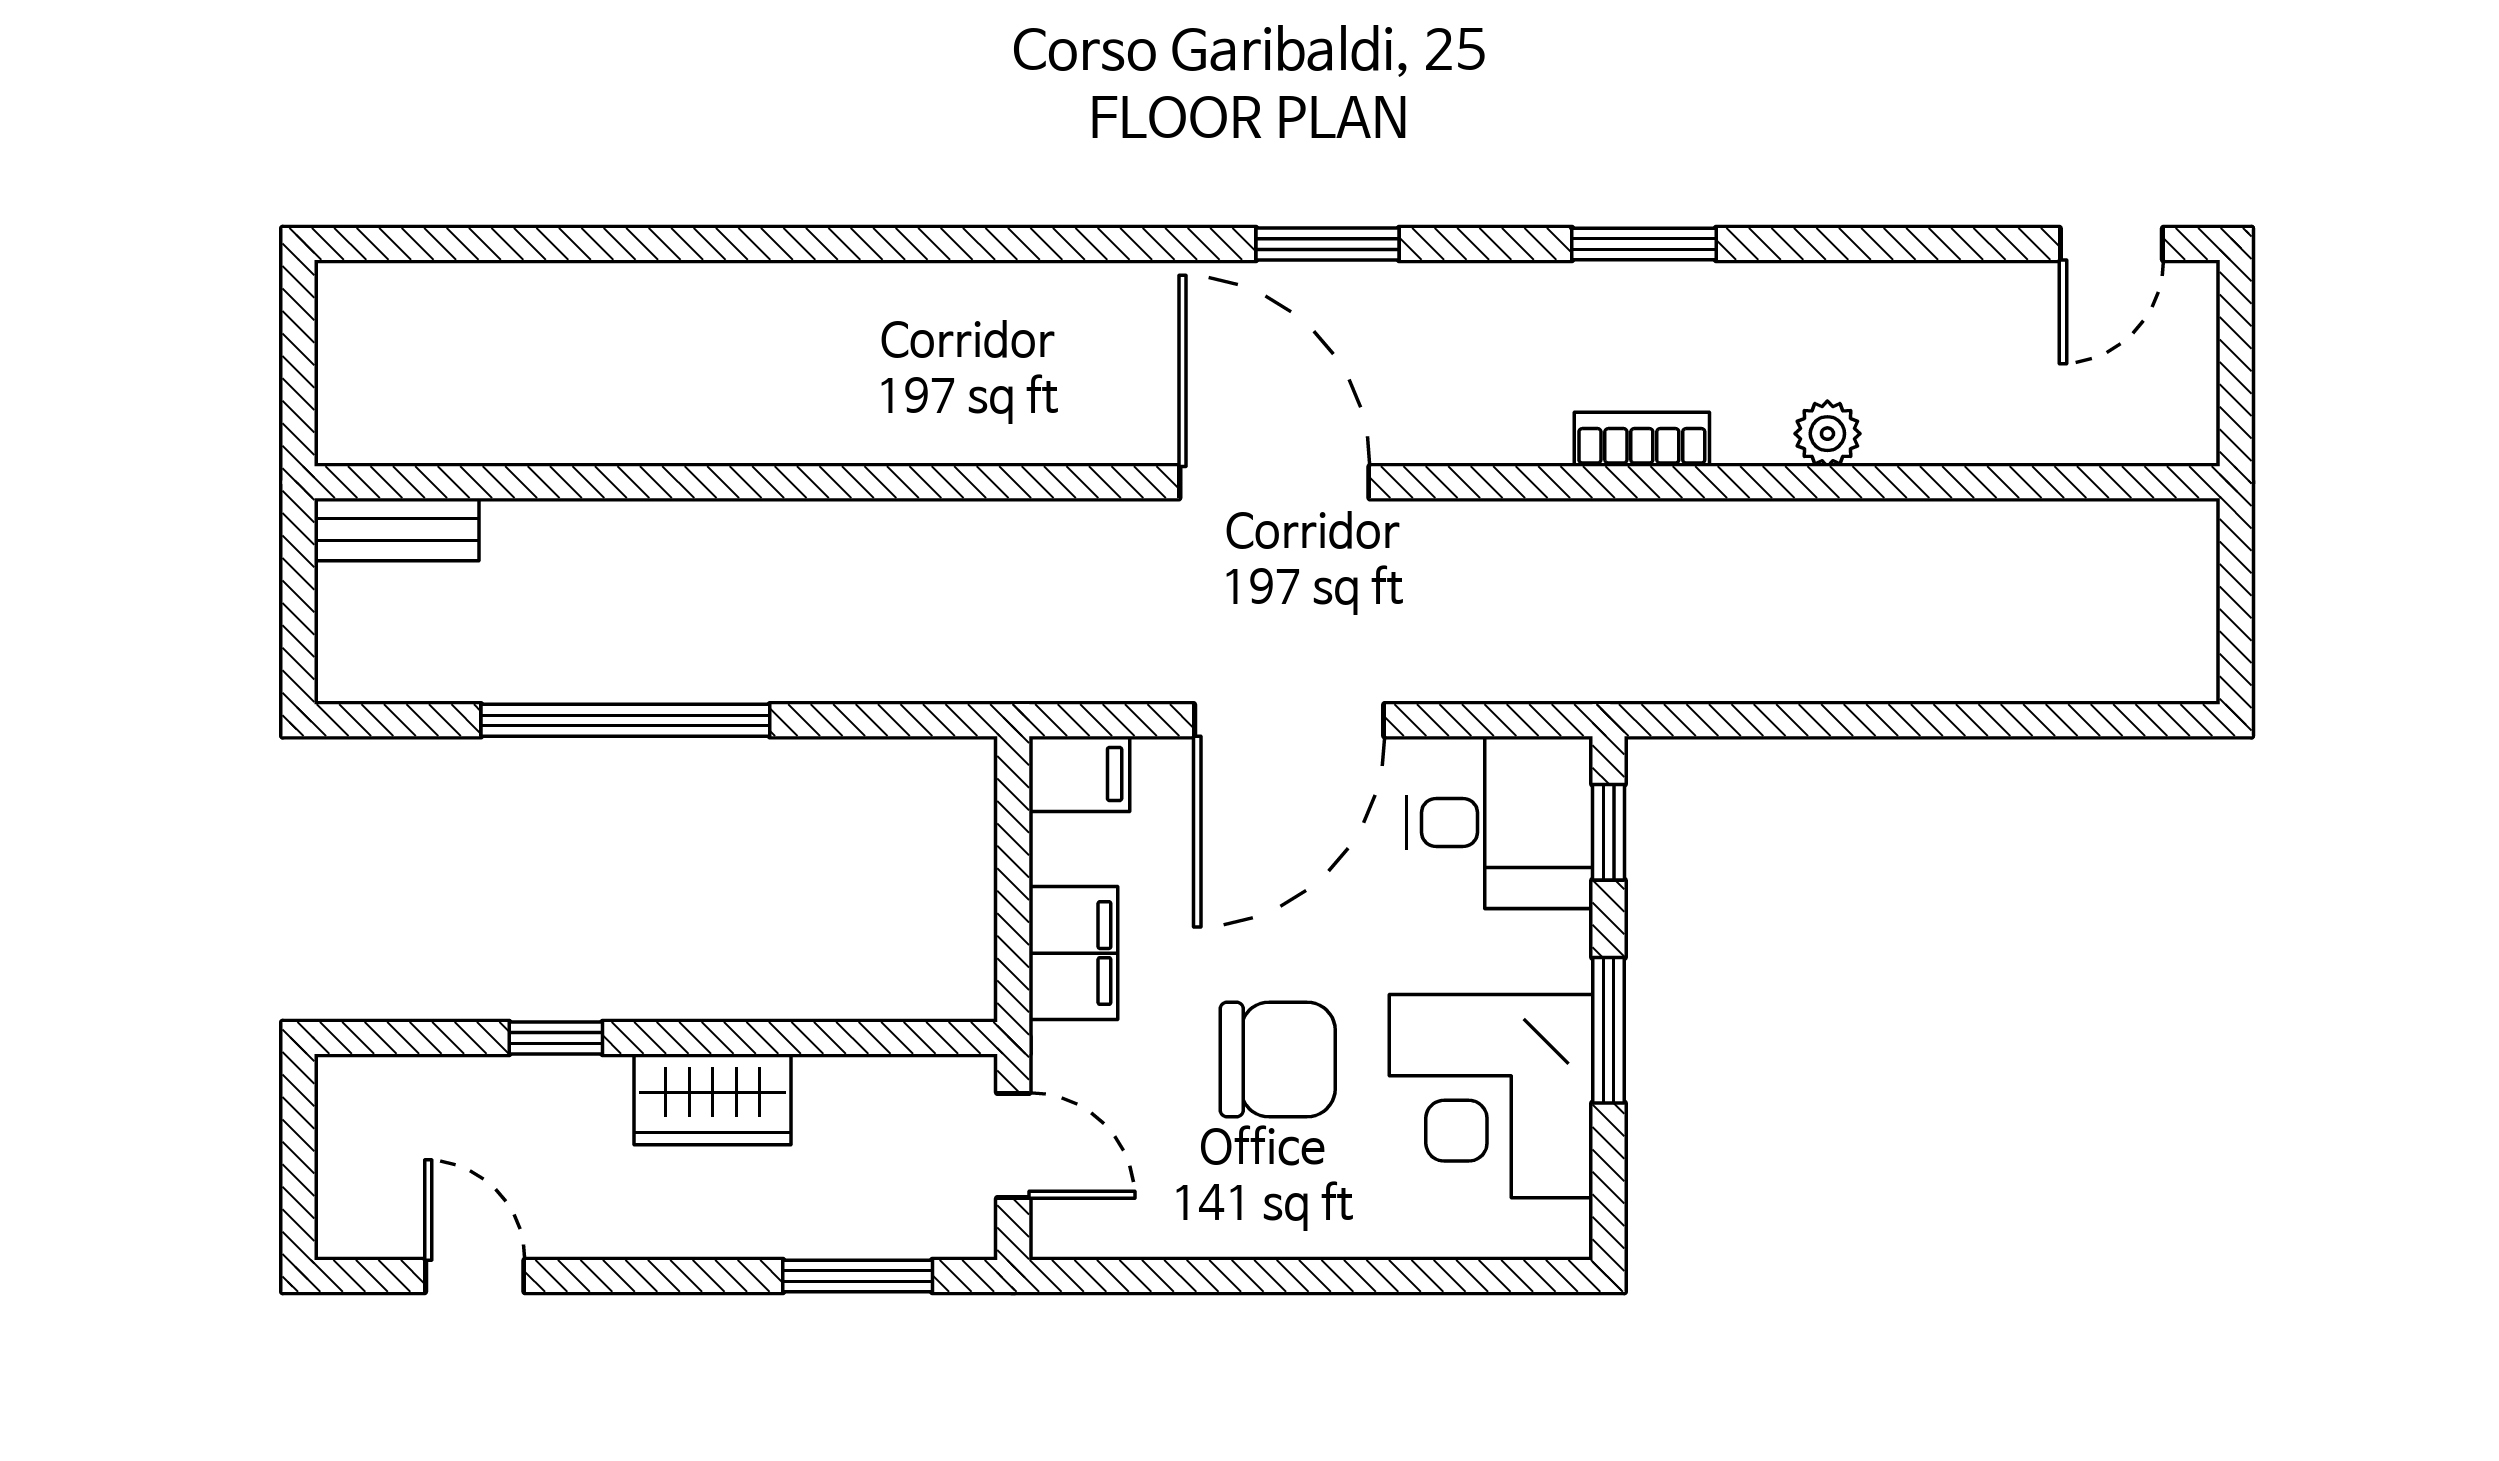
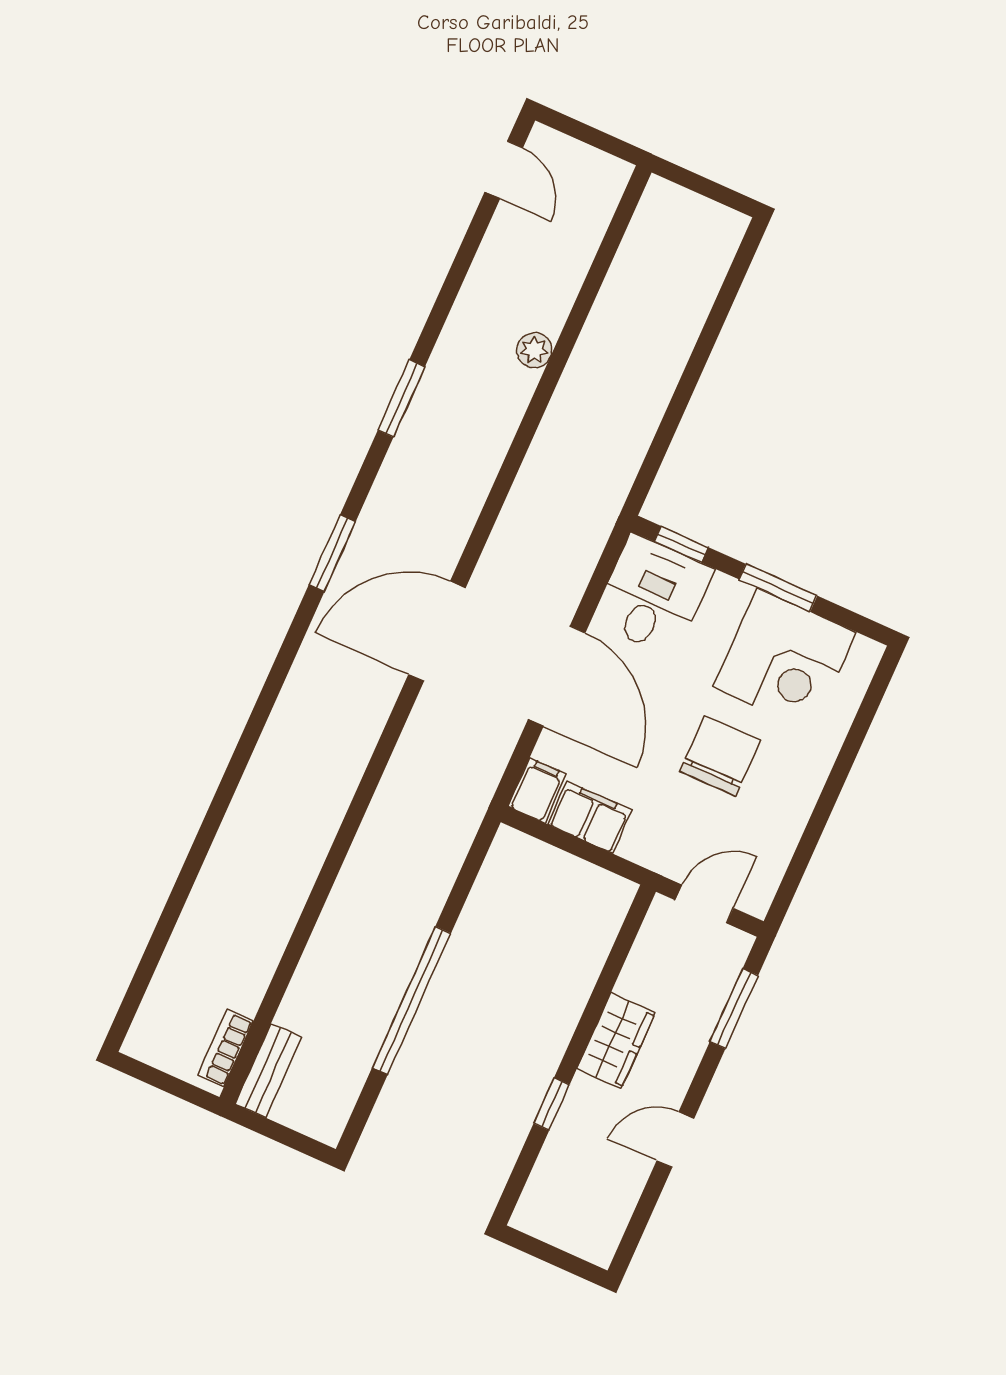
bookcase: (1642, 439) -> (225, 1048), moved
filing cabinet: (1073, 953) -> (590, 817), moved
door: (475, 1276) -> (675, 1140), moved

